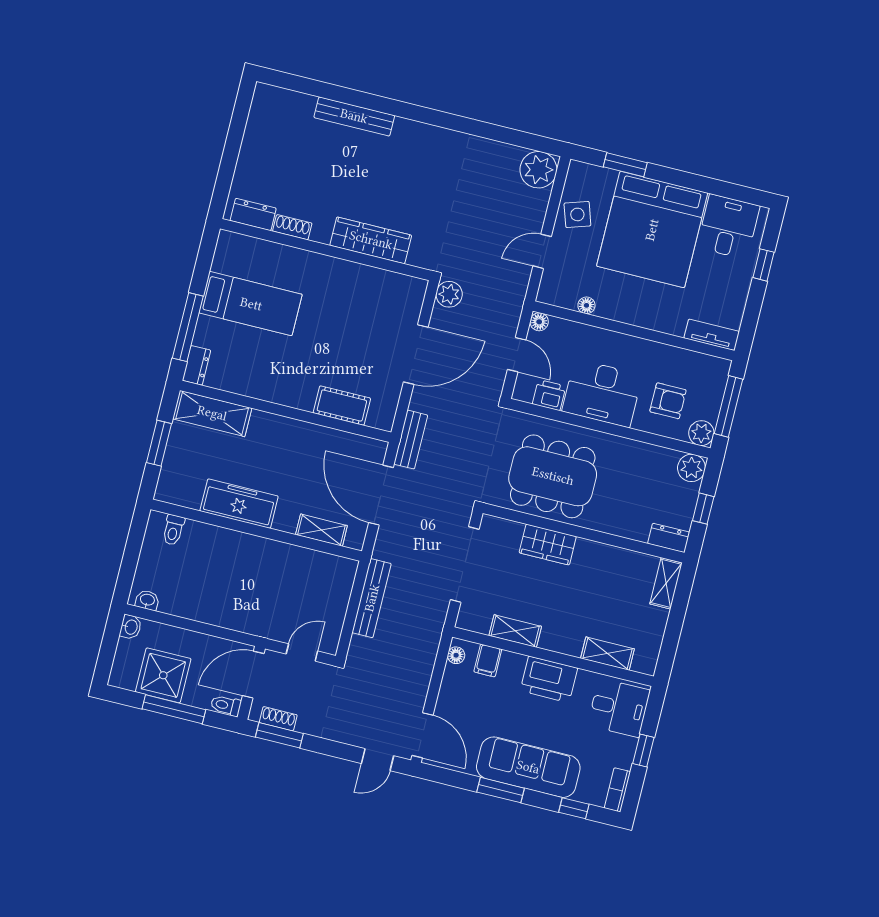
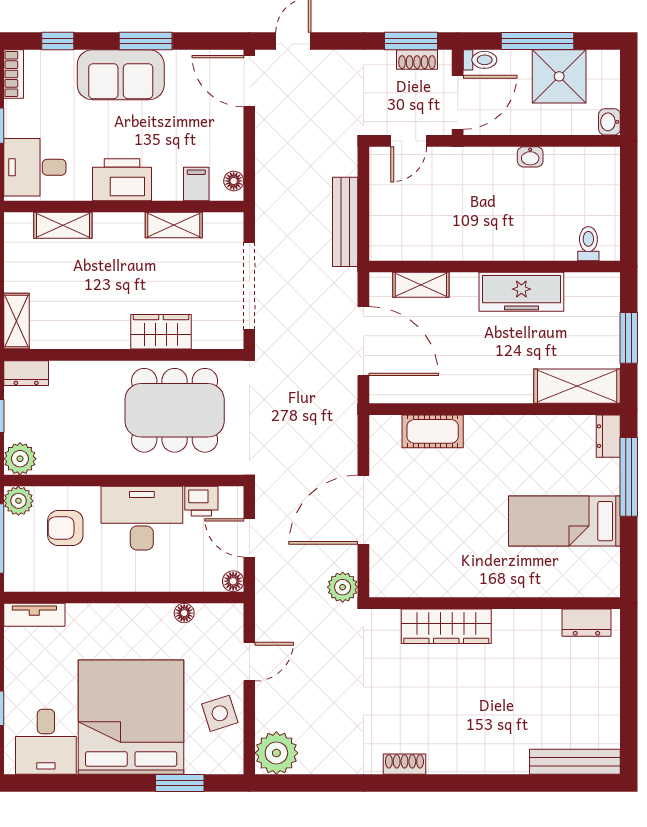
bench: (354, 116) -> (575, 762), moved
shoe rack: (292, 227) -> (404, 764), moved, turned 180
bench: (411, 440) -> (345, 412), removed
washbasin: (147, 600) -> (530, 157), moved
sofa: (528, 767) -> (121, 75), width x0.73

